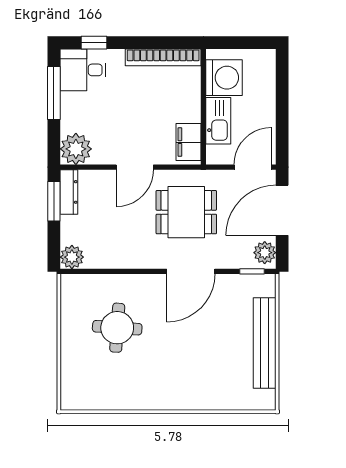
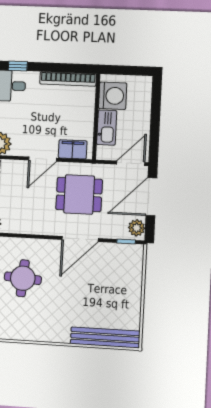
filing cabinet: (189, 142) -> (73, 149), moved, turned 90
bench: (265, 343) -> (105, 338), moved, turned 90

